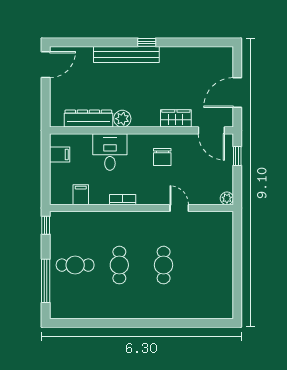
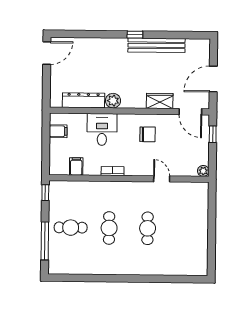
bench: (126, 55) -> (157, 45), moved
chair: (162, 157) -> (147, 134), turned -90

